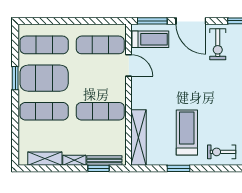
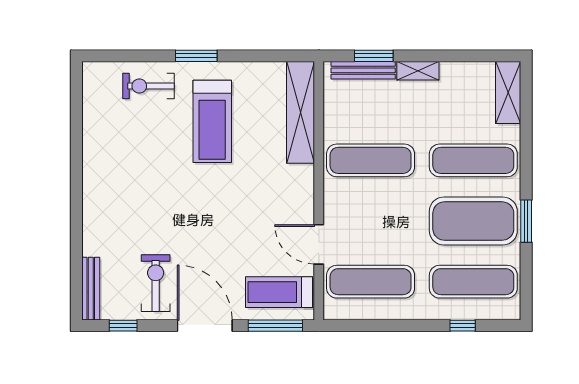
window: (50, 21) -> (463, 326), added
exercise bike: (222, 152) -> (149, 86), turned 180
shelving: (45, 159) -> (508, 92), moved, turned 90
window: (178, 168) -> (196, 56), moved

